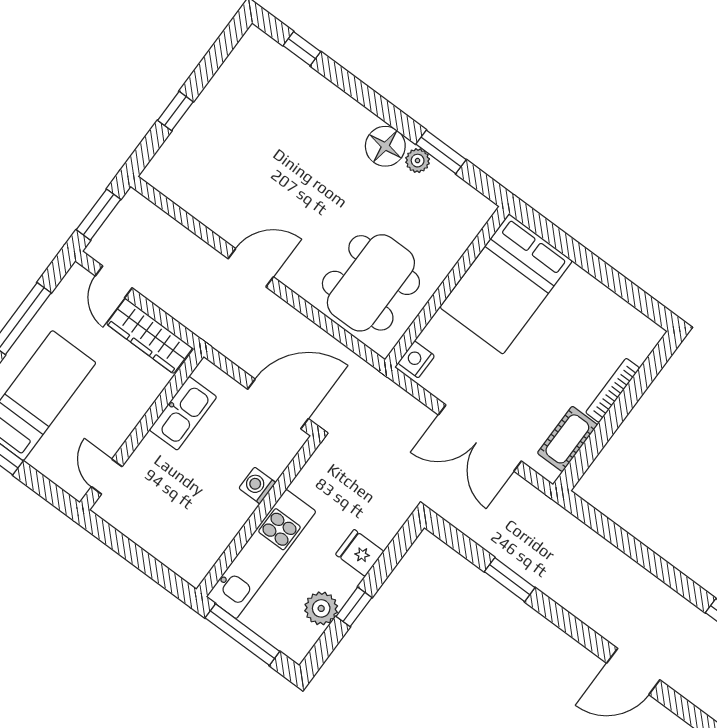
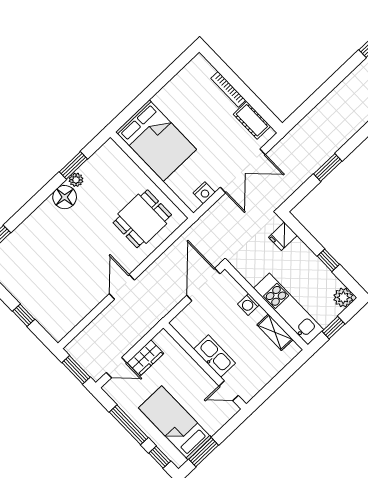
dining table: (371, 283) -> (142, 219), width x0.73
wardrobe: (149, 336) -> (145, 358), width x0.67
nightstand: (416, 359) -> (204, 193), moved, turned -90
kitchen sink: (183, 413) -> (214, 356), moved
shelving: (218, 538) -> (275, 332), added
fridge: (360, 553) -> (283, 236), moved
plant: (321, 608) -> (343, 298), moved
window: (242, 635) -> (333, 328), width x0.46

